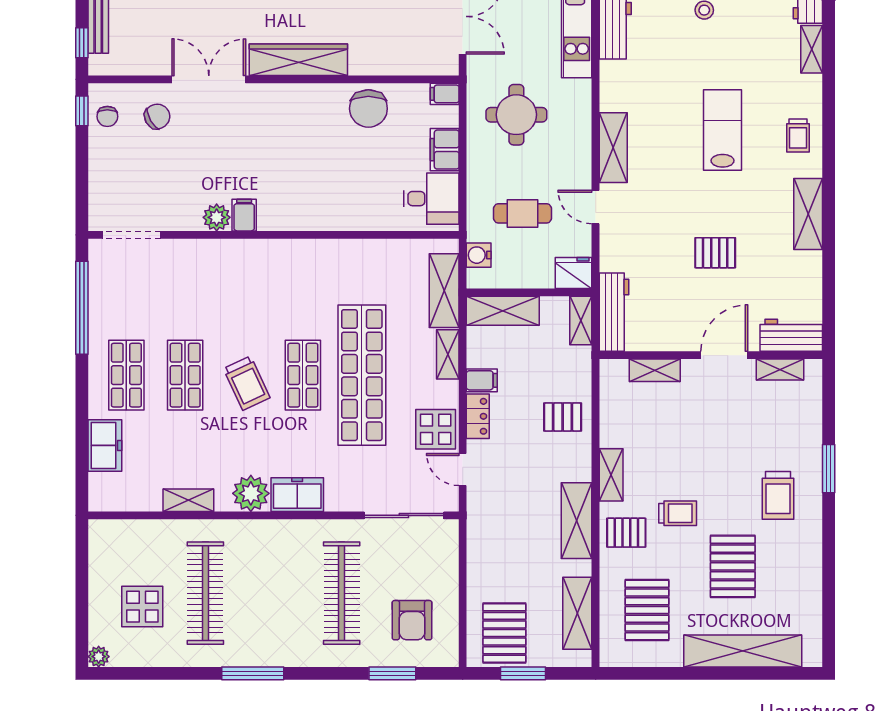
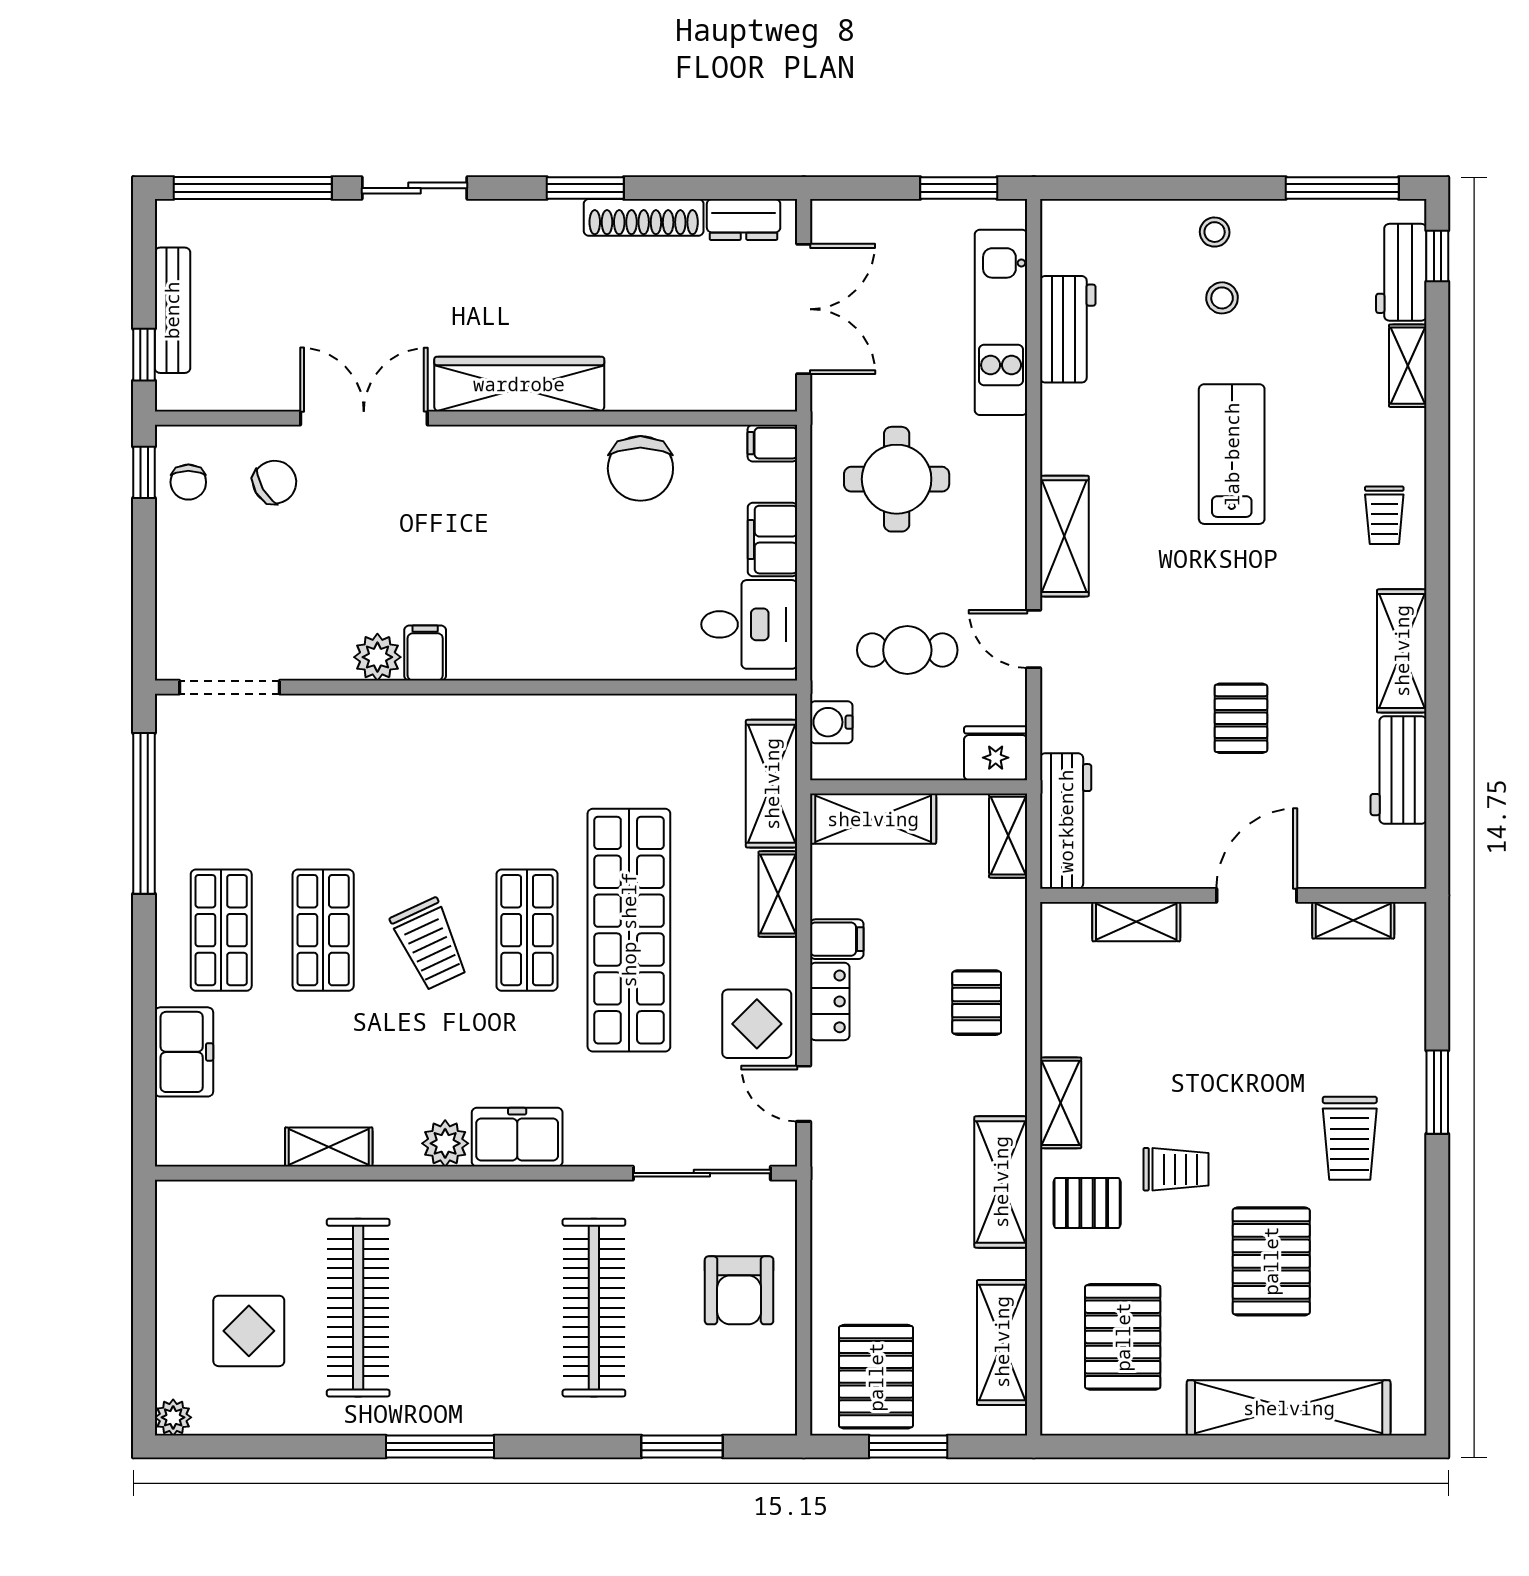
lab bench: (723, 130) -> (1232, 454), moved
pallet: (715, 253) -> (1241, 718), turned 90
workbench: (791, 335) -> (1399, 770), moved, turned -90
pallet: (563, 417) -> (977, 1003), turned 90
plant: (251, 493) -> (445, 1143), width x0.73, depth x0.73
armchair: (412, 620) -> (739, 1290), moved

